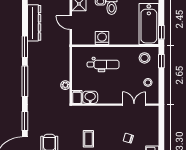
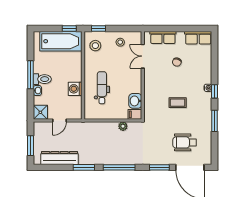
row of seats: (152, 124) -> (163, 38), added

